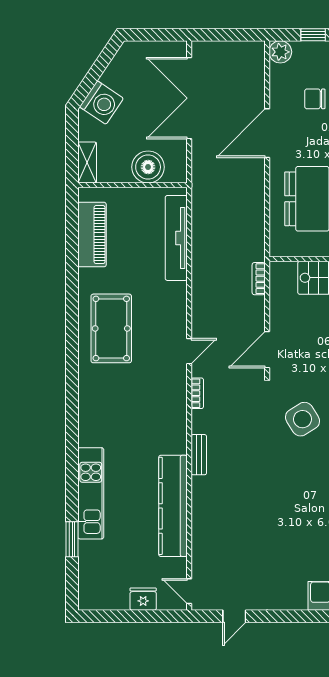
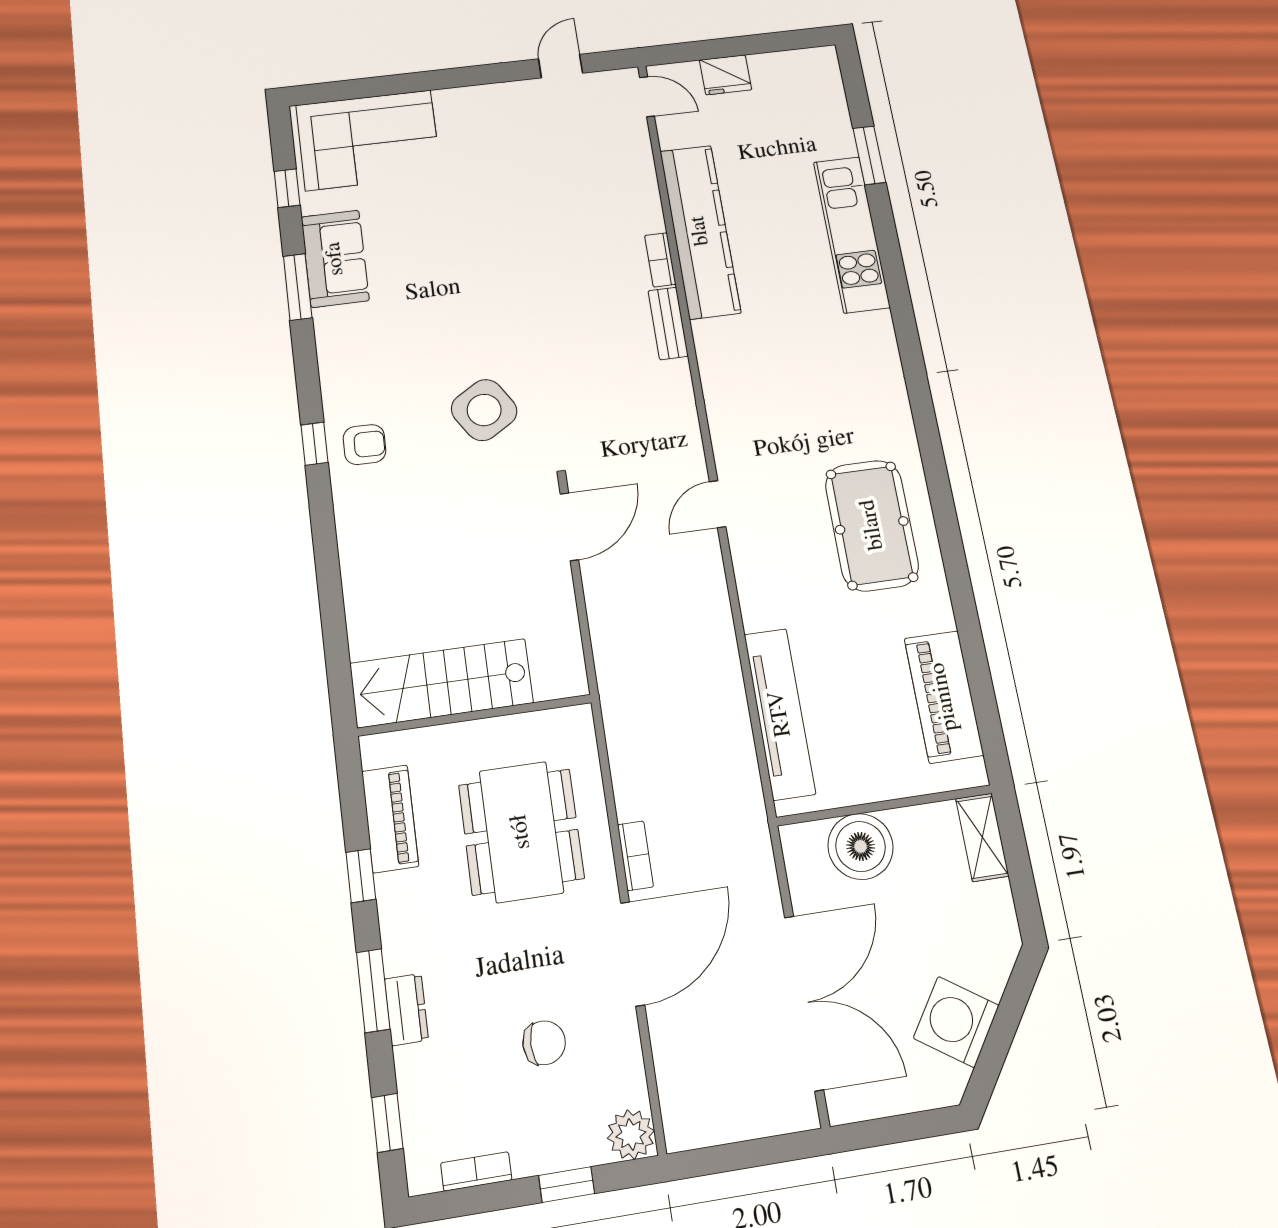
washing machine: (101, 103) -> (956, 1022), moved
bookcase: (259, 279) -> (635, 856), moved
bookcase: (197, 393) -> (660, 260), moved

